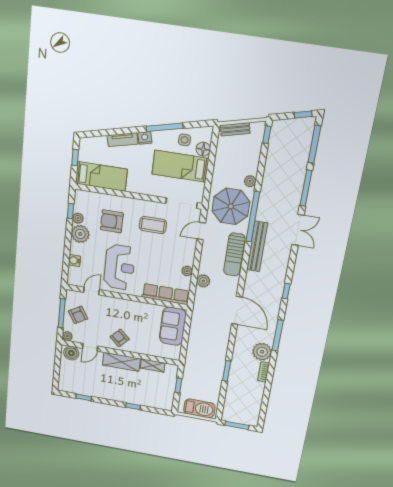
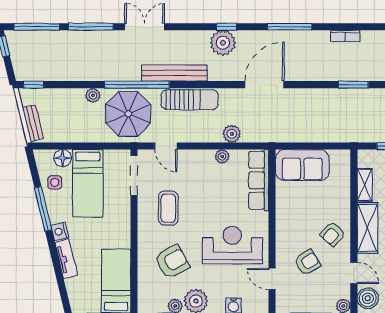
armchair: (112, 221) -> (172, 262), turned -118
armchair: (78, 315) -> (307, 262), moved
plant: (262, 352) -> (223, 43), moved

